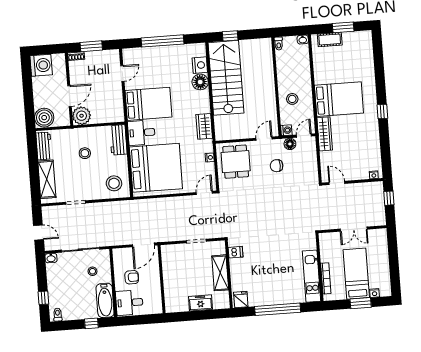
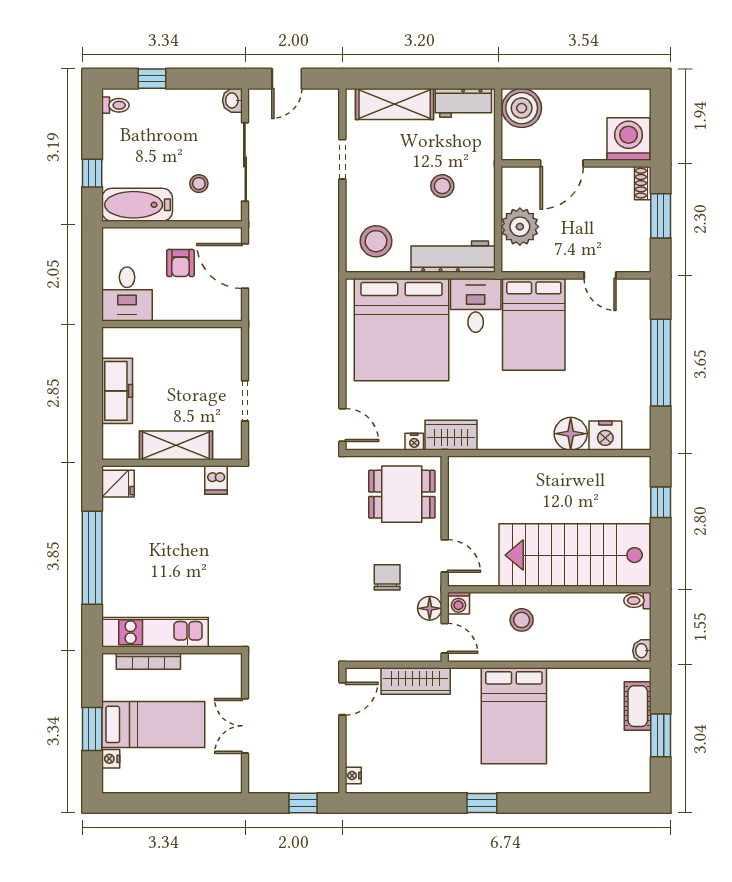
washing machine: (41, 65) -> (629, 139), moved, turned 180
stairs: (226, 78) -> (574, 555), moved, turned 180
door: (70, 96) -> (562, 163), hinge flipped
plant: (82, 116) -> (520, 227), moved
wardrobe: (204, 126) -> (451, 435), moved
wardrobe: (325, 134) -> (416, 681), moved
workbench: (118, 140) -> (453, 257), width x1.37
door: (143, 245) -> (245, 266), moved
desk: (129, 303) -> (127, 294), moved, turned 180
freezer: (200, 303) -> (117, 391), width x1.40

